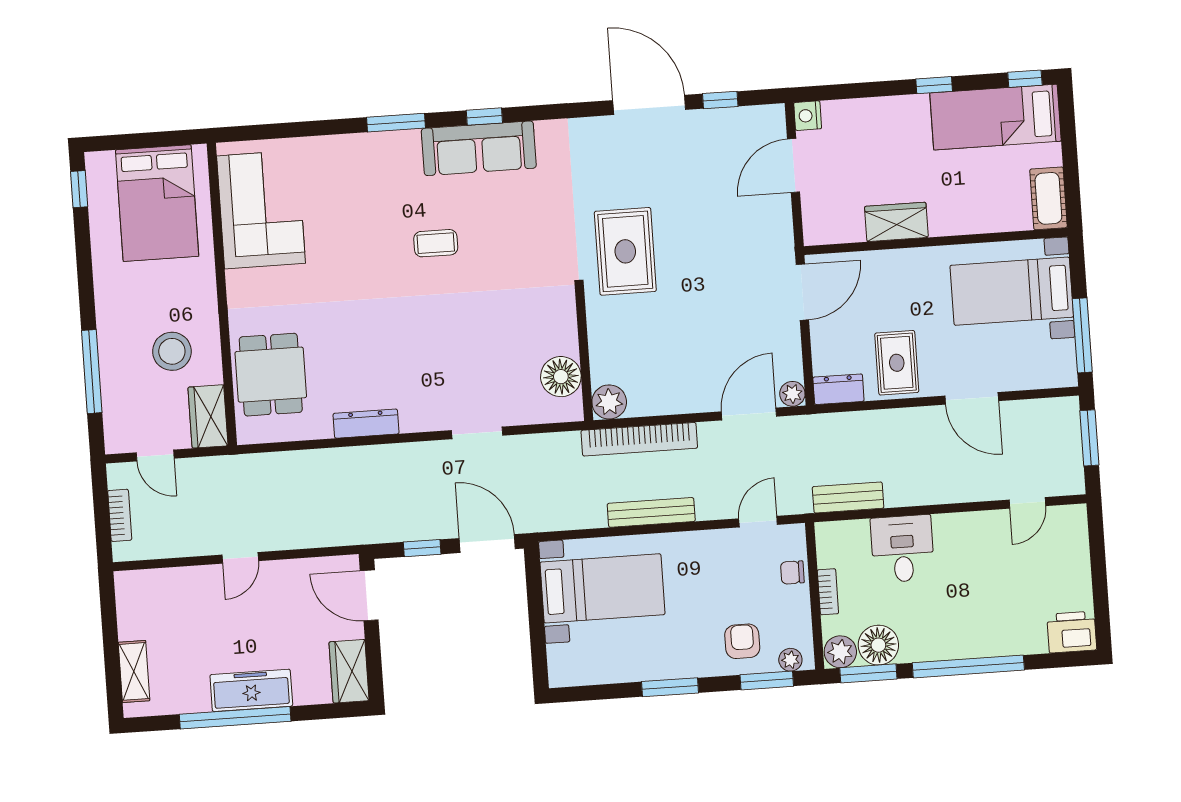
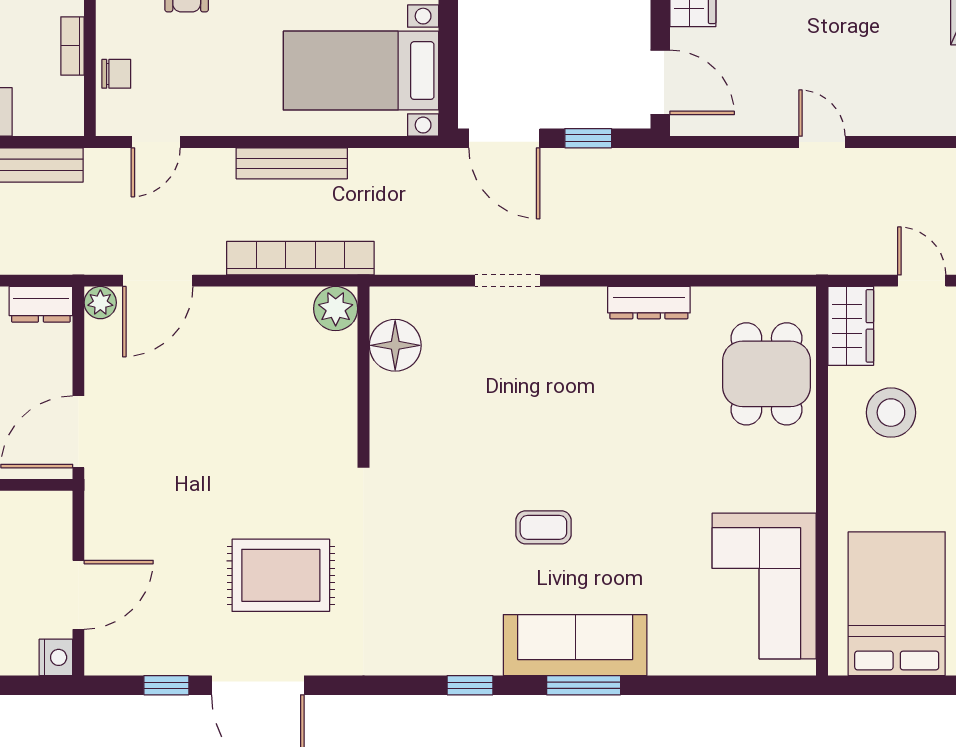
sofa: (479, 148) -> (575, 645), moved
rug: (625, 251) -> (281, 575), moved, turned 90
door: (240, 558) -> (822, 142), hinge flipped

